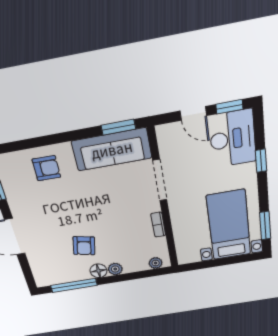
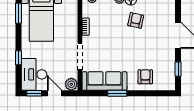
window: (118, 127) -> (117, 93), moved
plant: (167, 134) -> (71, 84), added
armchair: (46, 168) -> (145, 77), turned 89

